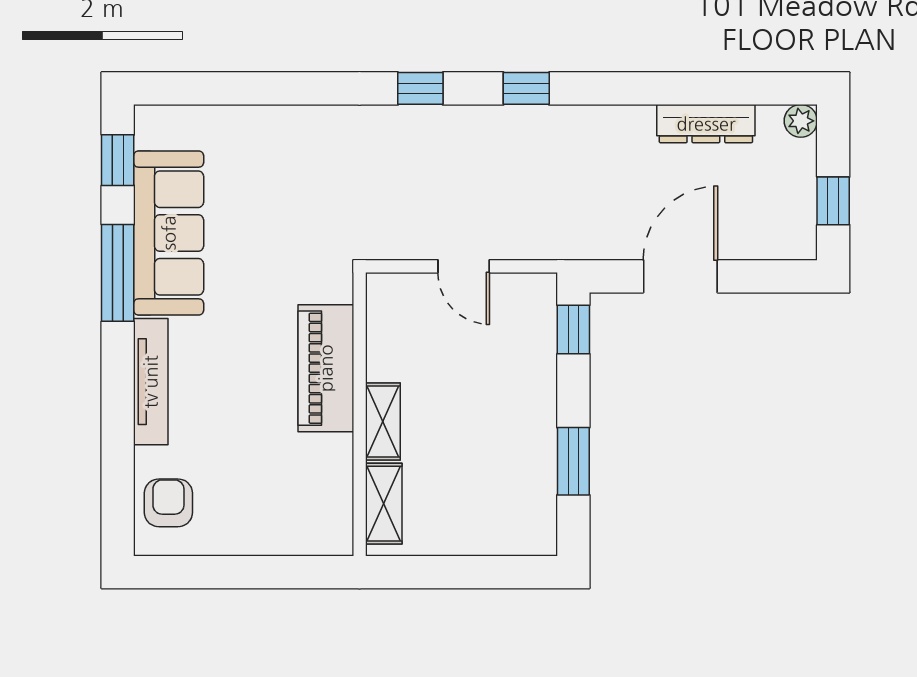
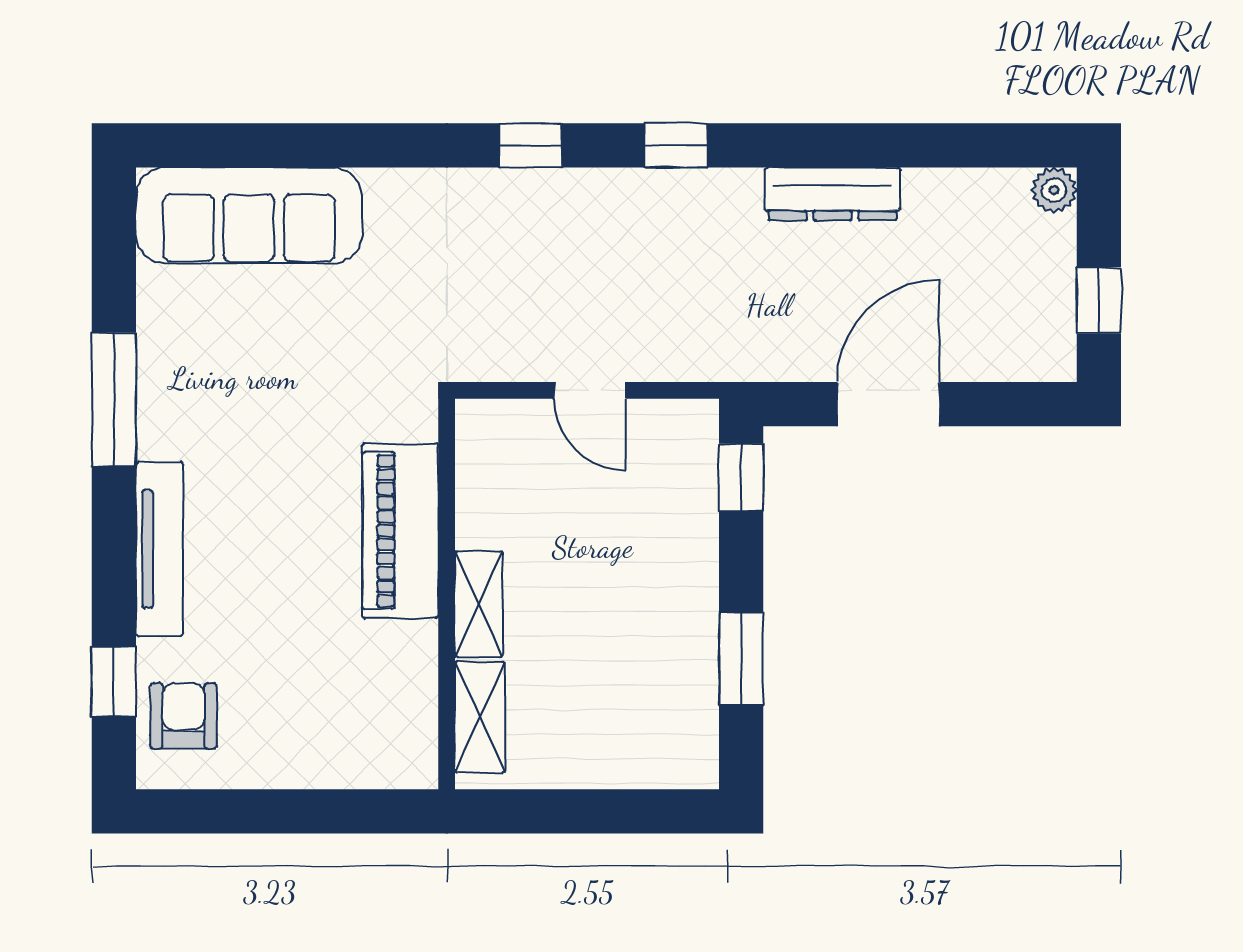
dresser: (706, 124) -> (832, 194), moved
window: (118, 160) -> (114, 682), moved
sofa: (169, 233) -> (249, 216), moved, turned 90

